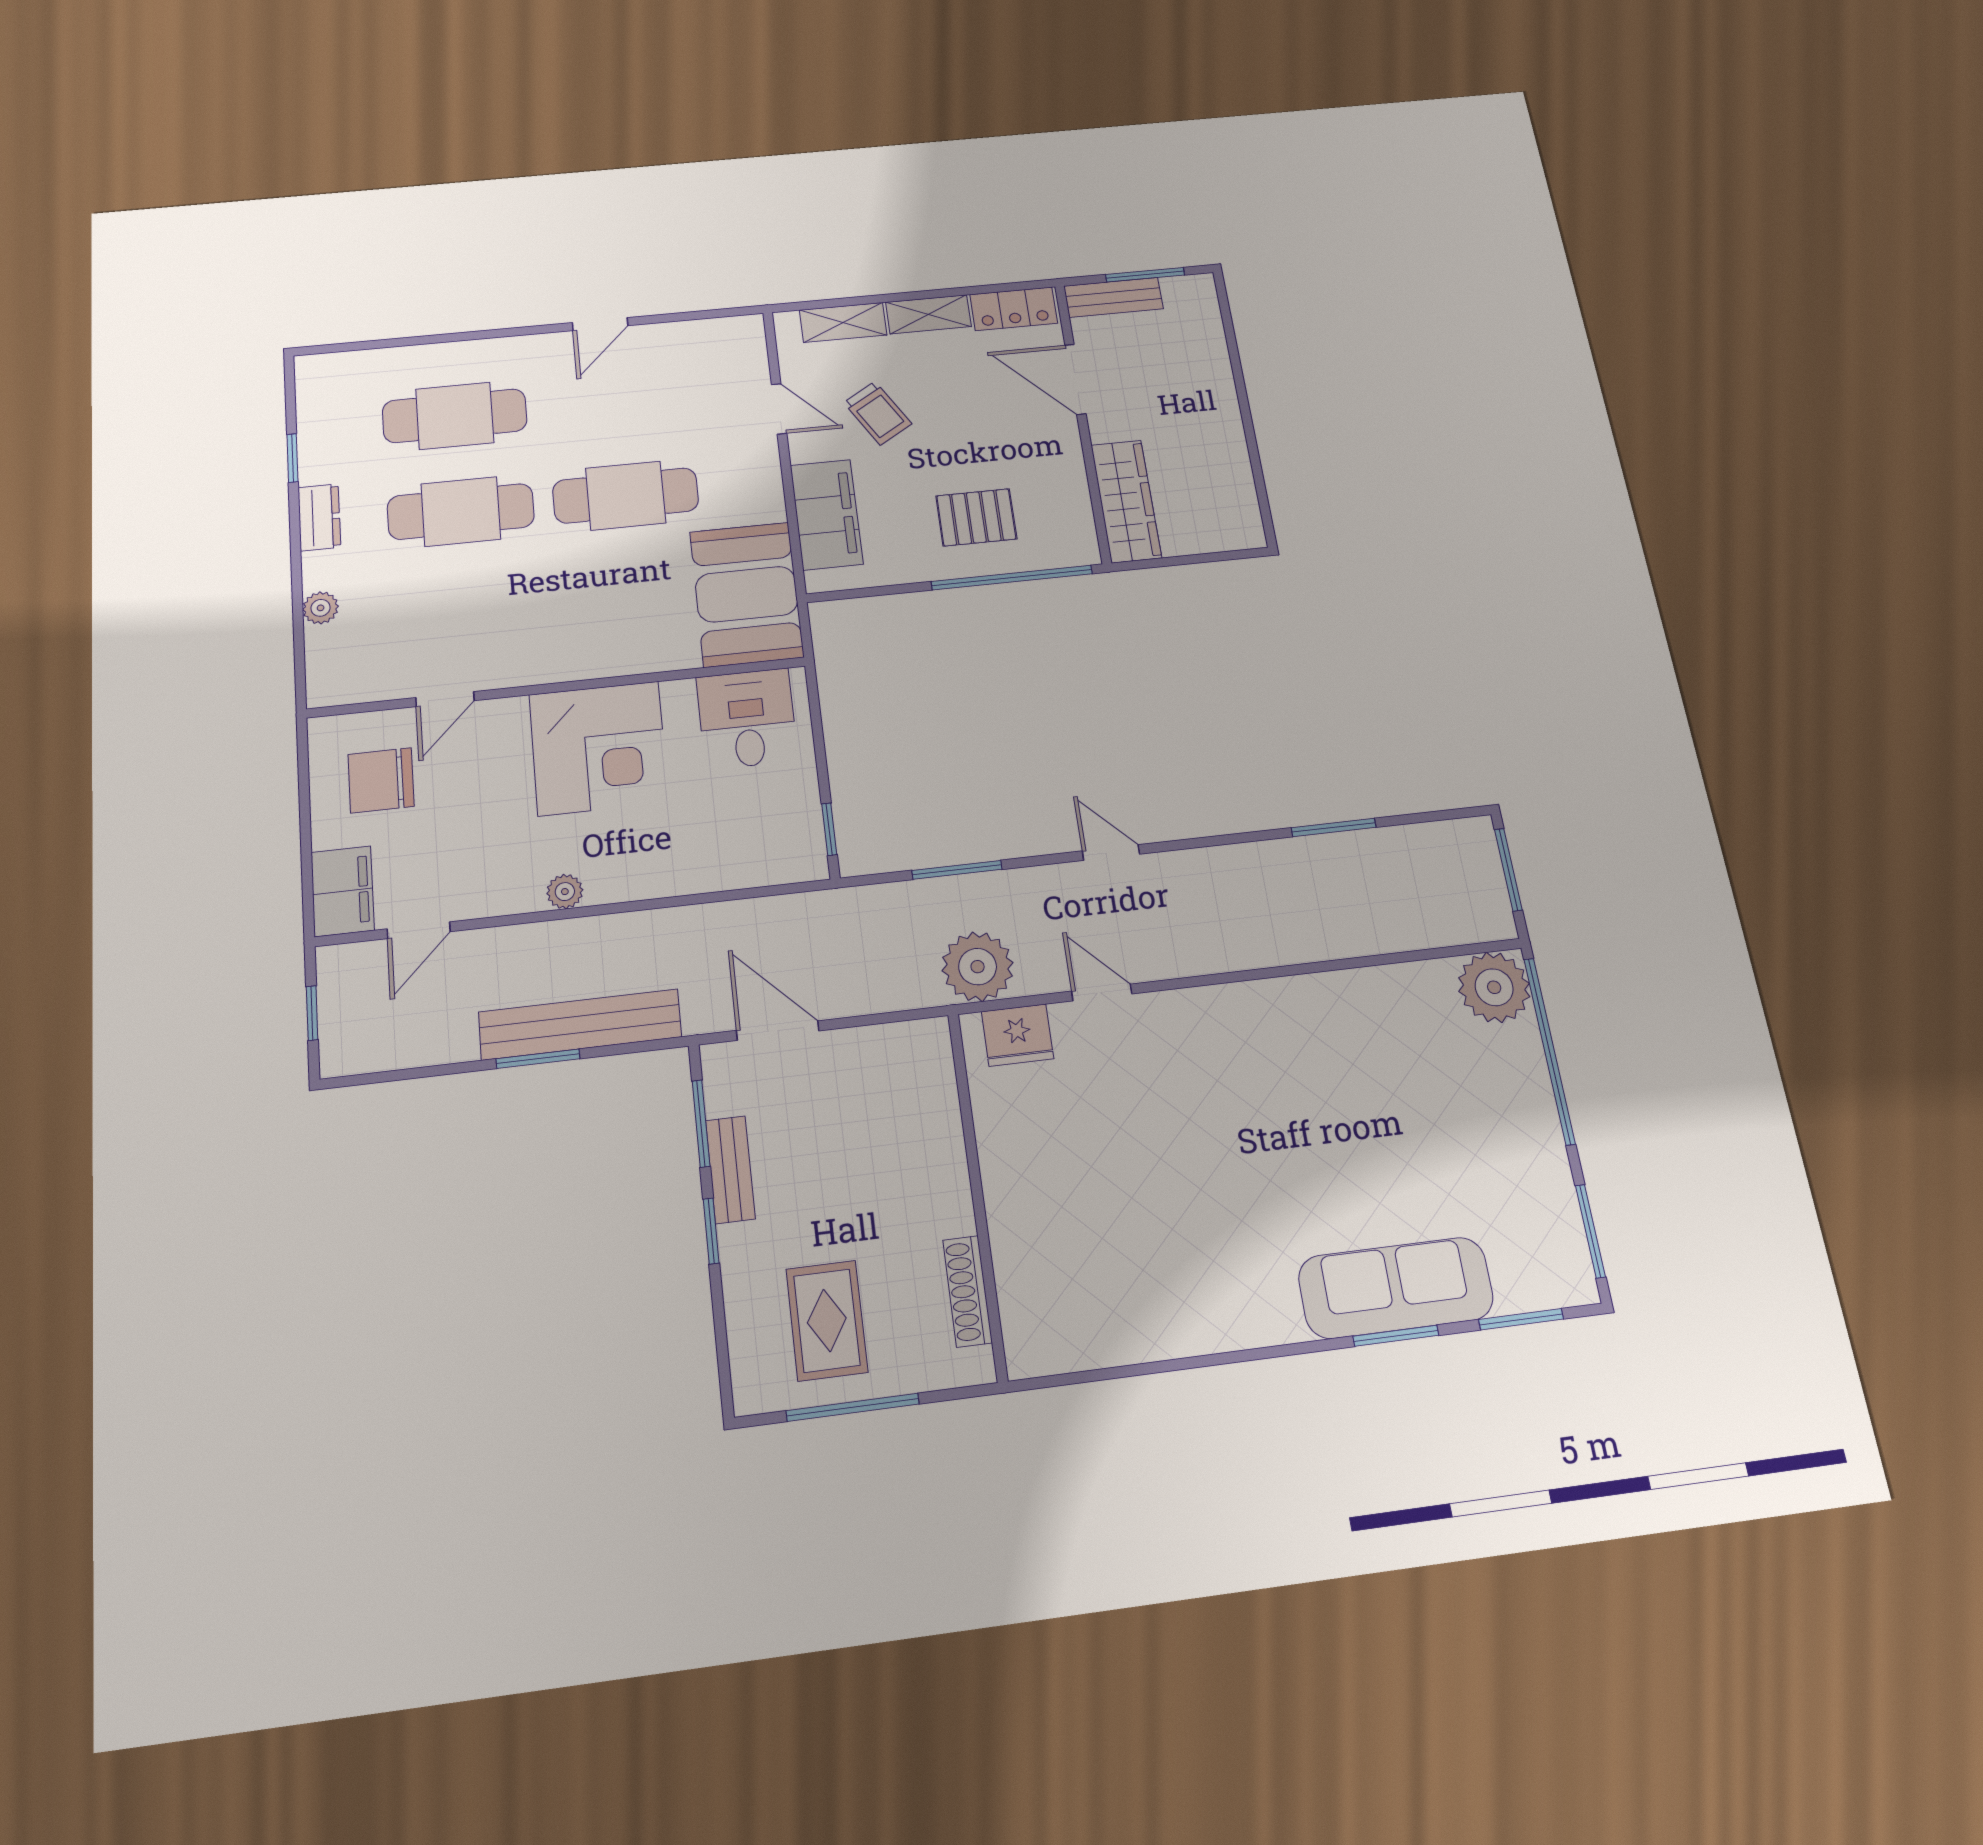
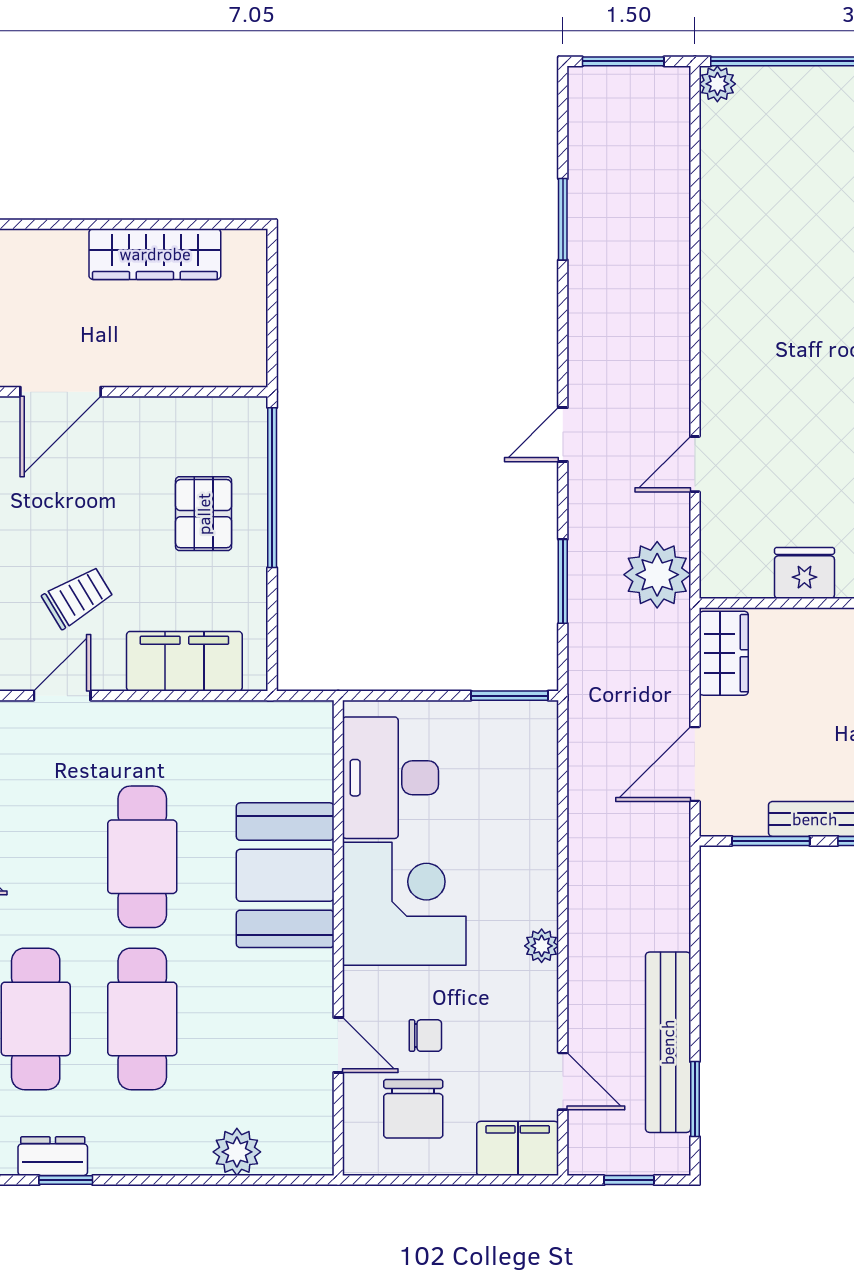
wardrobe: (1126, 501) -> (155, 254), moved, turned 180
dresser: (319, 517) -> (53, 1156), moved
booth: (747, 594) -> (285, 875), moved, turned 90
plant: (321, 608) -> (237, 1152), width x1.38, depth x1.38
desk: (747, 719) -> (390, 778), width x1.37
chair: (460, 784) -> (425, 1036), added
window: (829, 829) -> (509, 696), width x1.50
plant: (1494, 987) -> (717, 84), width x0.53, depth x0.53
bench: (580, 1024) -> (668, 1042), moved
fridge: (1017, 1035) -> (804, 573), moved, turned -90
wardrobe: (902, 1047) -> (724, 653), added
window: (538, 1059) -> (695, 1099), moved

